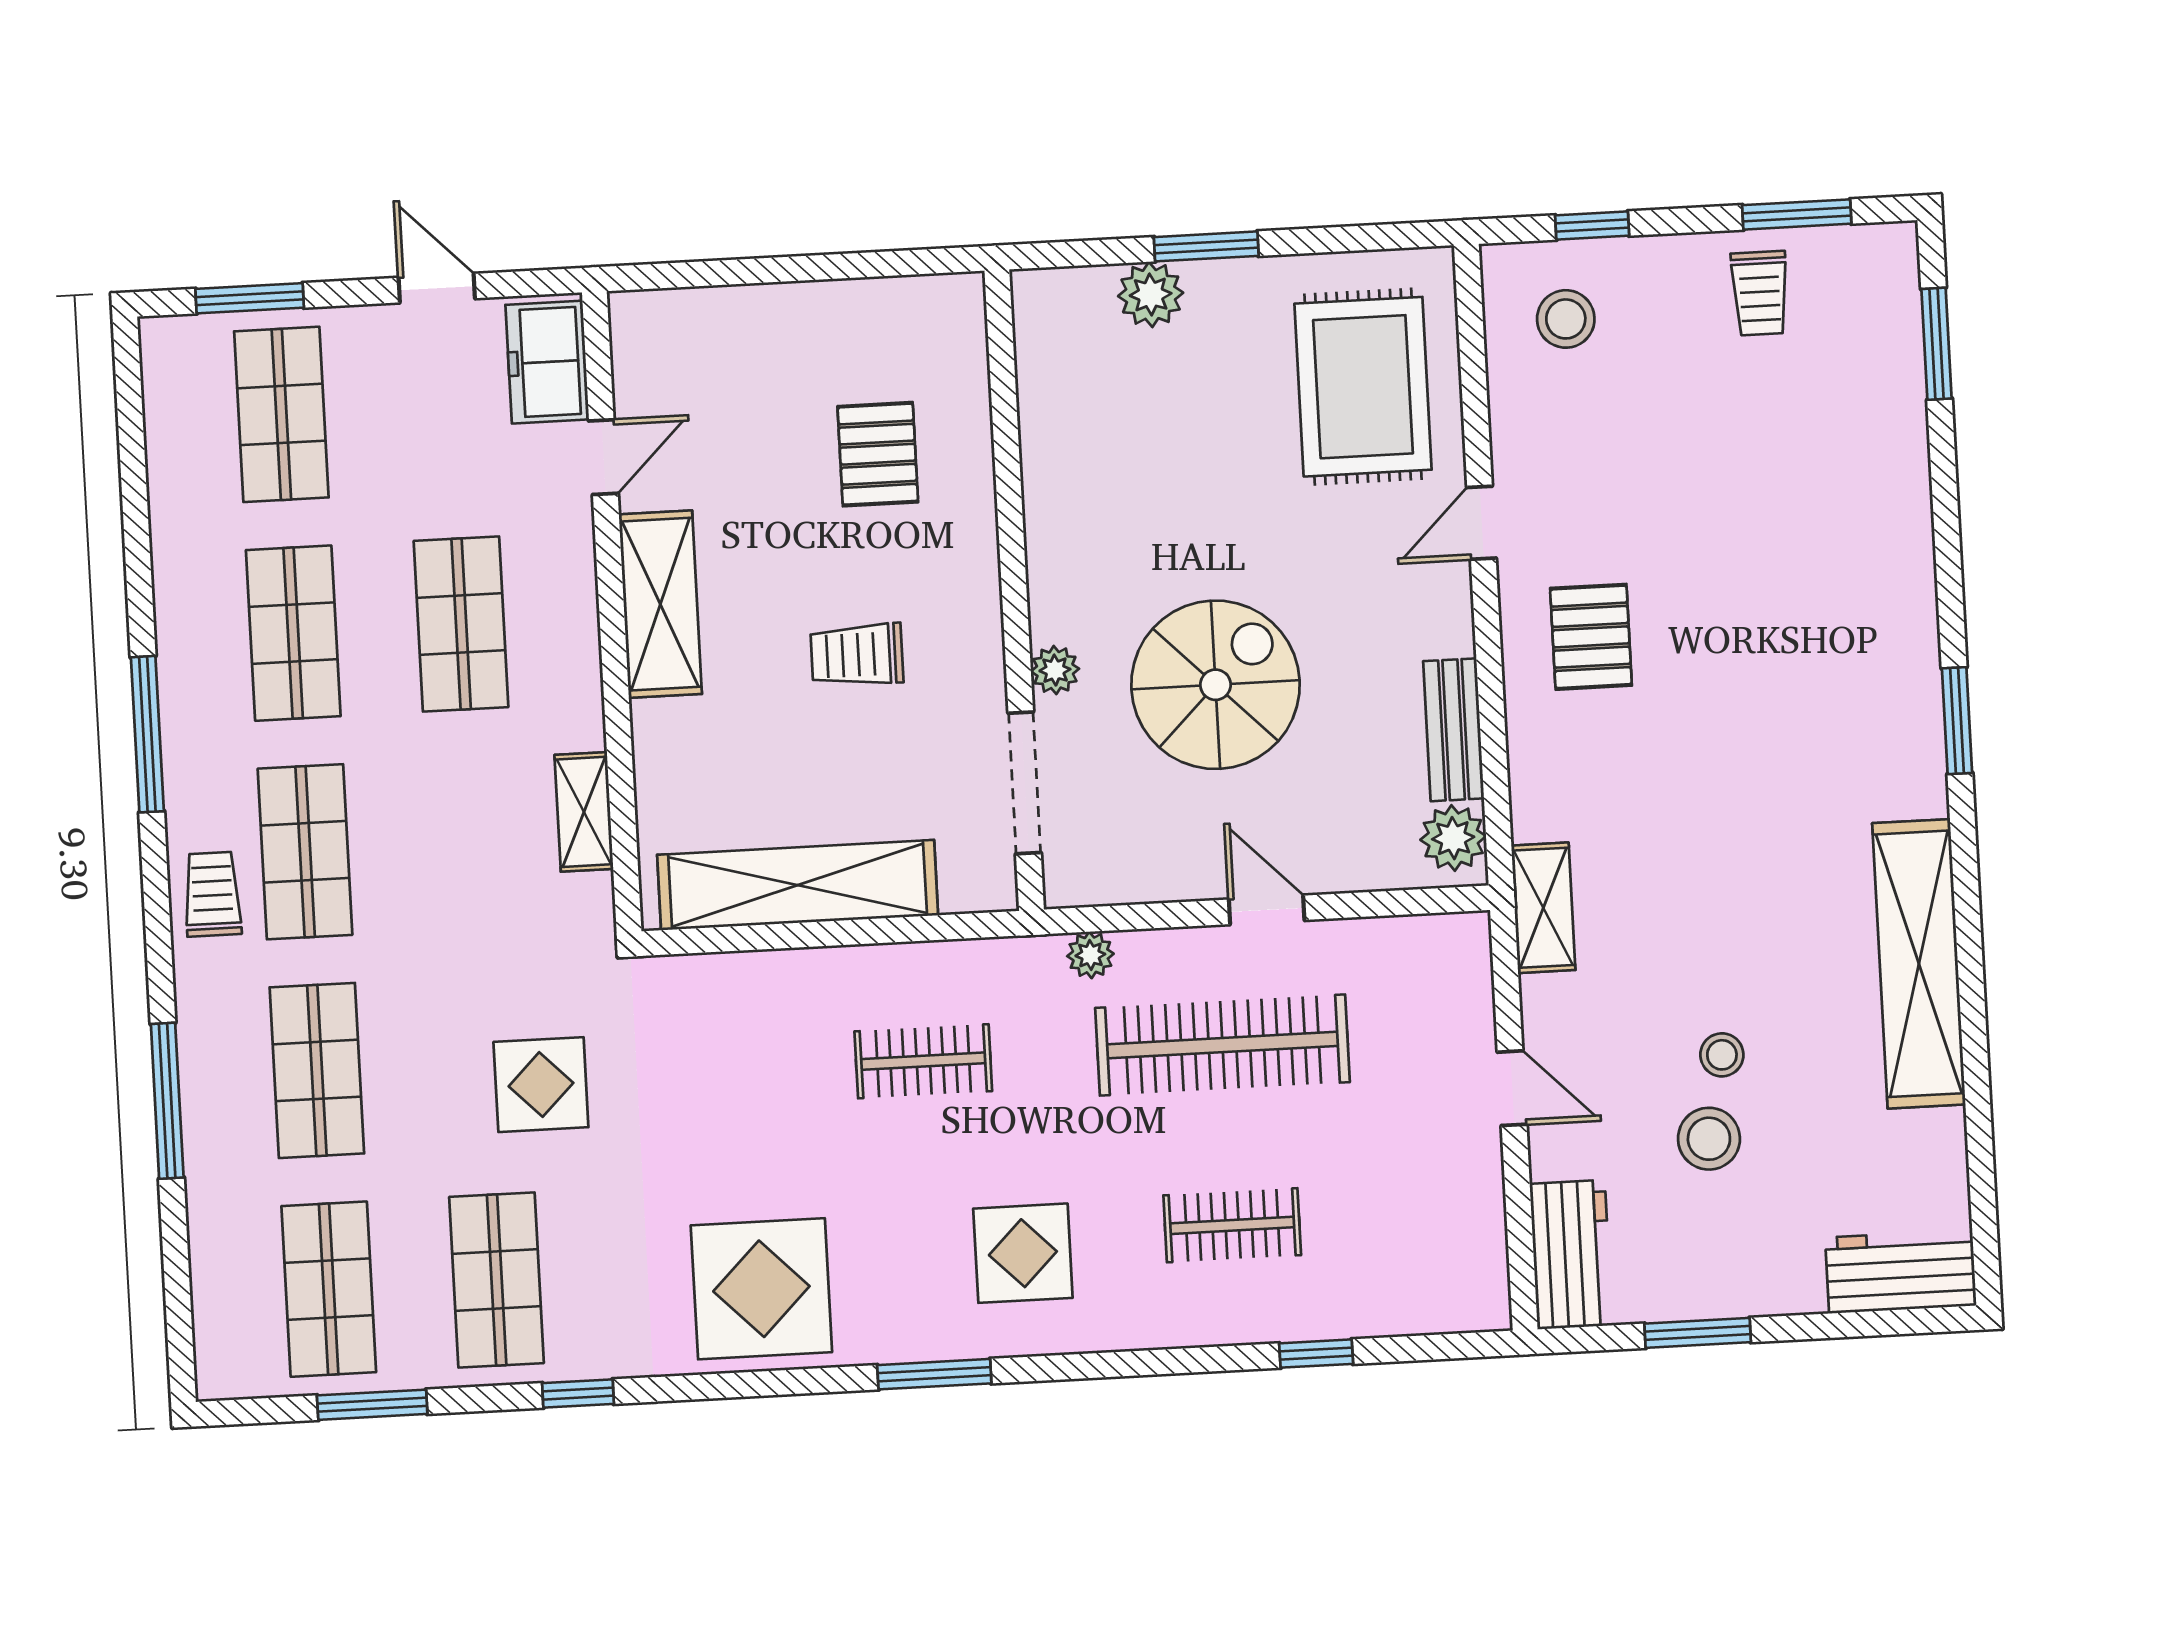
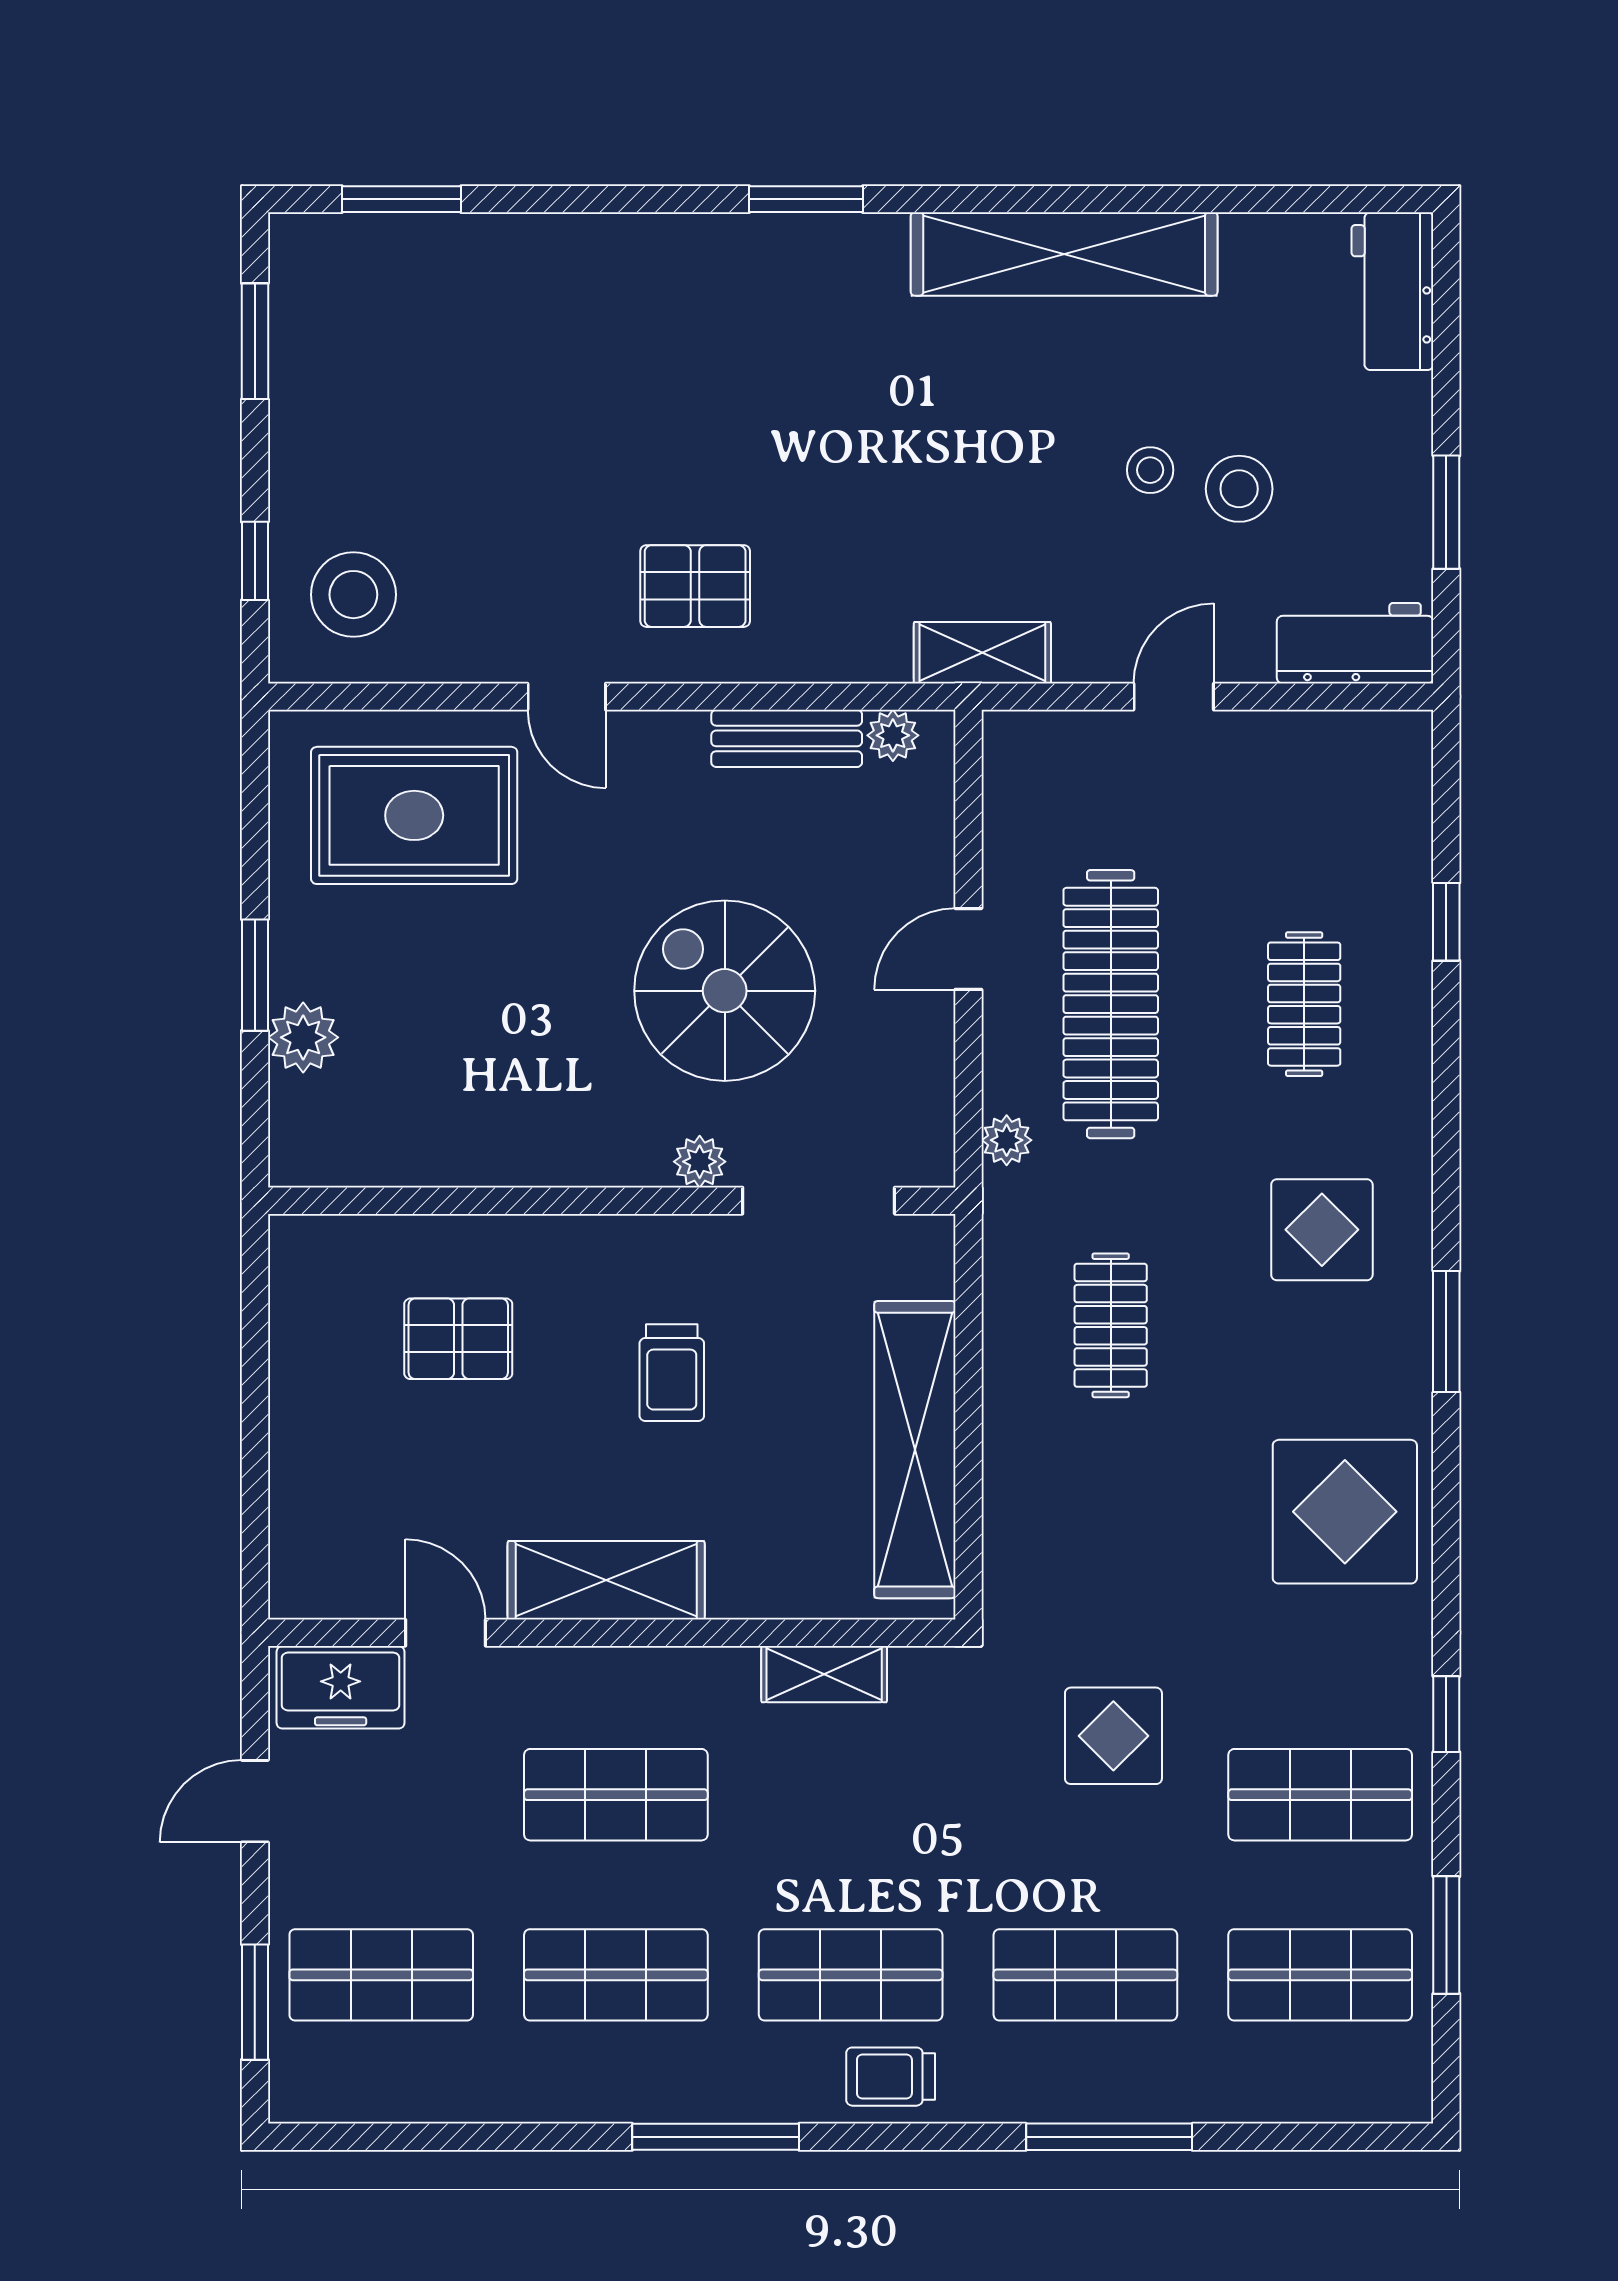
trolley: (1760, 293) -> (337, 385), removed
stool: (1566, 319) -> (353, 595), width x1.38, depth x1.38
plant: (1453, 838) -> (893, 735), width x0.73, depth x0.73

